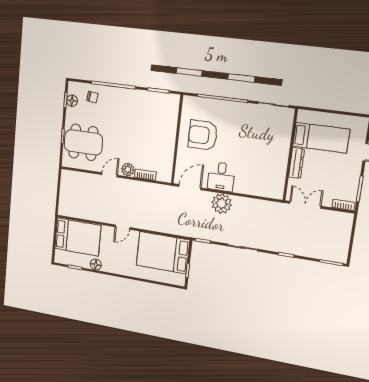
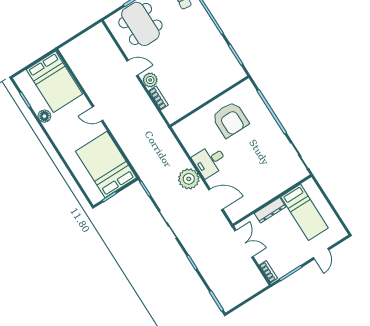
armchair: (203, 135) -> (230, 119), turned 180
door: (190, 187) -> (216, 199), moved

